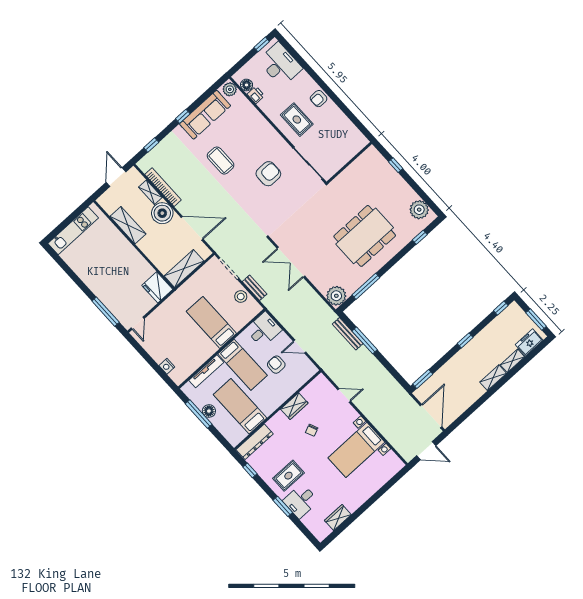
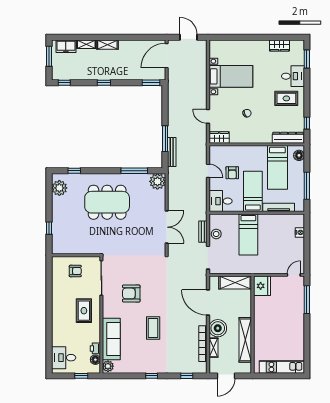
window: (262, 44) -> (81, 376), moved
desk: (280, 64) -> (64, 358), width x0.73
armchair: (319, 99) -> (75, 271), moved
sofa: (205, 115) -> (111, 339), moved, turned 90
shelving: (128, 225) -> (245, 340), width x1.47
wardrobe: (294, 406) -> (219, 138), moved
floor lamp: (209, 411) -> (299, 155), moved
window: (283, 506) -> (307, 59), moved

